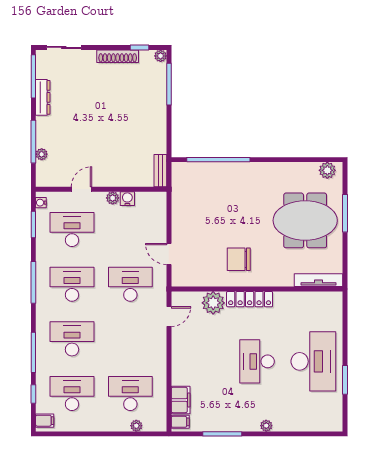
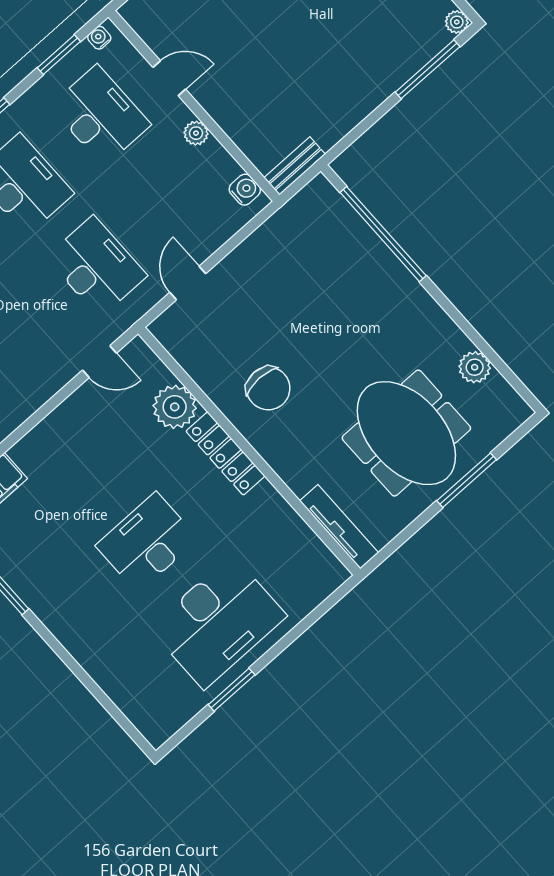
plant: (327, 170) -> (475, 367), moved
water cooler: (127, 199) -> (245, 190), moved
chair: (239, 259) -> (268, 388), turned 180
plant: (266, 426) -> (68, 636), removed

